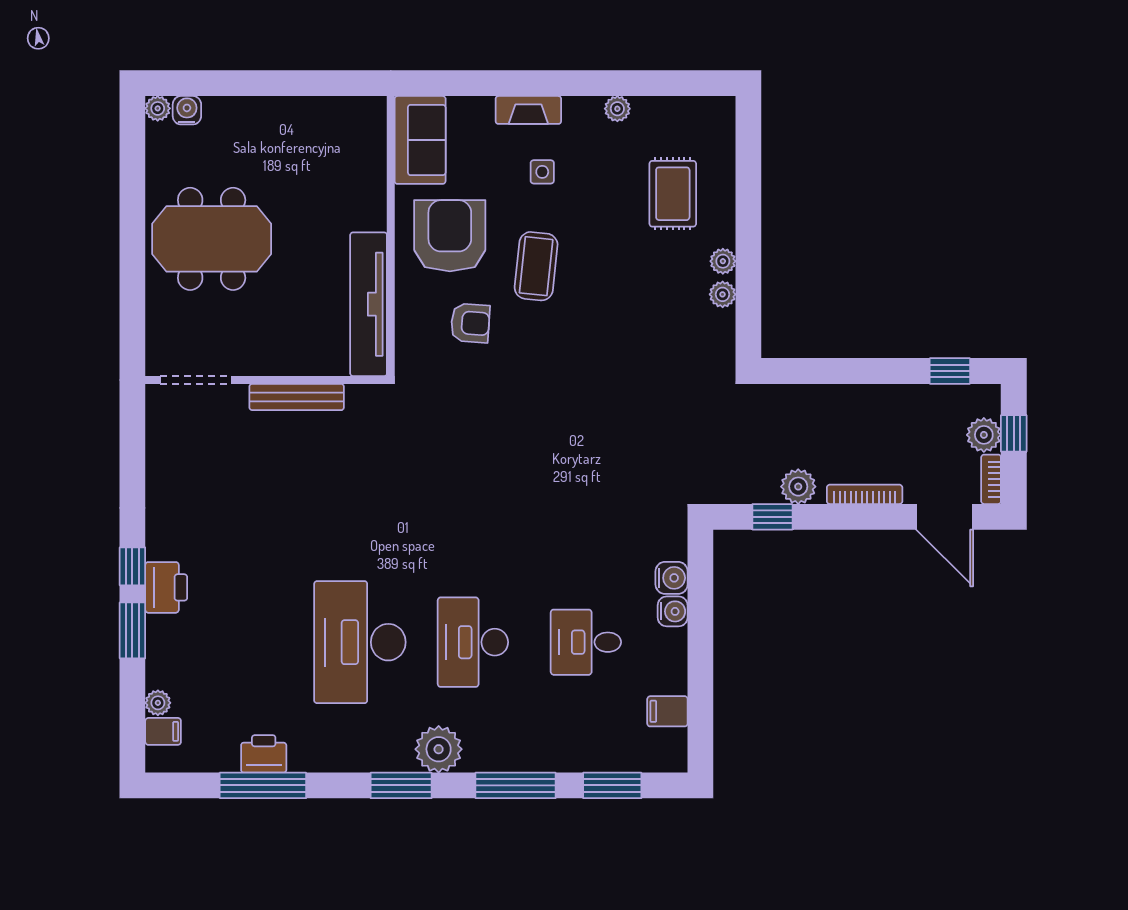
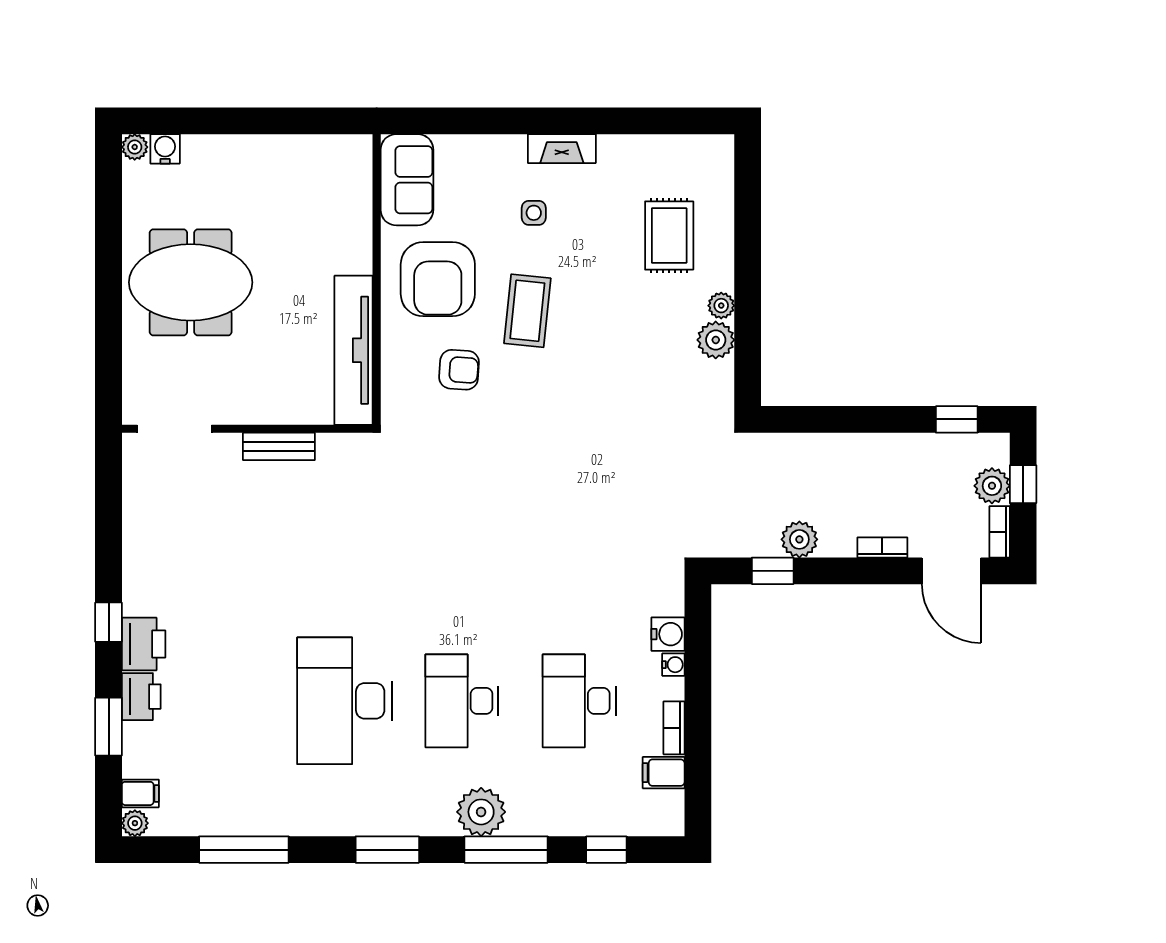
plant: (617, 109) -> (612, 147), removed
fireplace: (528, 110) -> (562, 149), moved
armchair: (450, 236) -> (438, 279), turned 180
plant: (723, 294) -> (716, 340), width x1.38, depth x1.38
bench: (297, 397) -> (279, 446), width x0.73
bookcase: (865, 494) -> (882, 547), width x0.64
water cooler: (673, 611) -> (673, 665), width x0.72, depth x0.72
window: (132, 630) -> (109, 727), moved
desk: (586, 642) -> (579, 701), width x1.37
bookcase: (677, 668) -> (674, 728), added
plant: (158, 703) -> (135, 823), moved
plant: (439, 749) -> (481, 812), moved
printer: (264, 754) -> (141, 697), moved, turned 90
window: (612, 785) -> (606, 850), width x0.67

